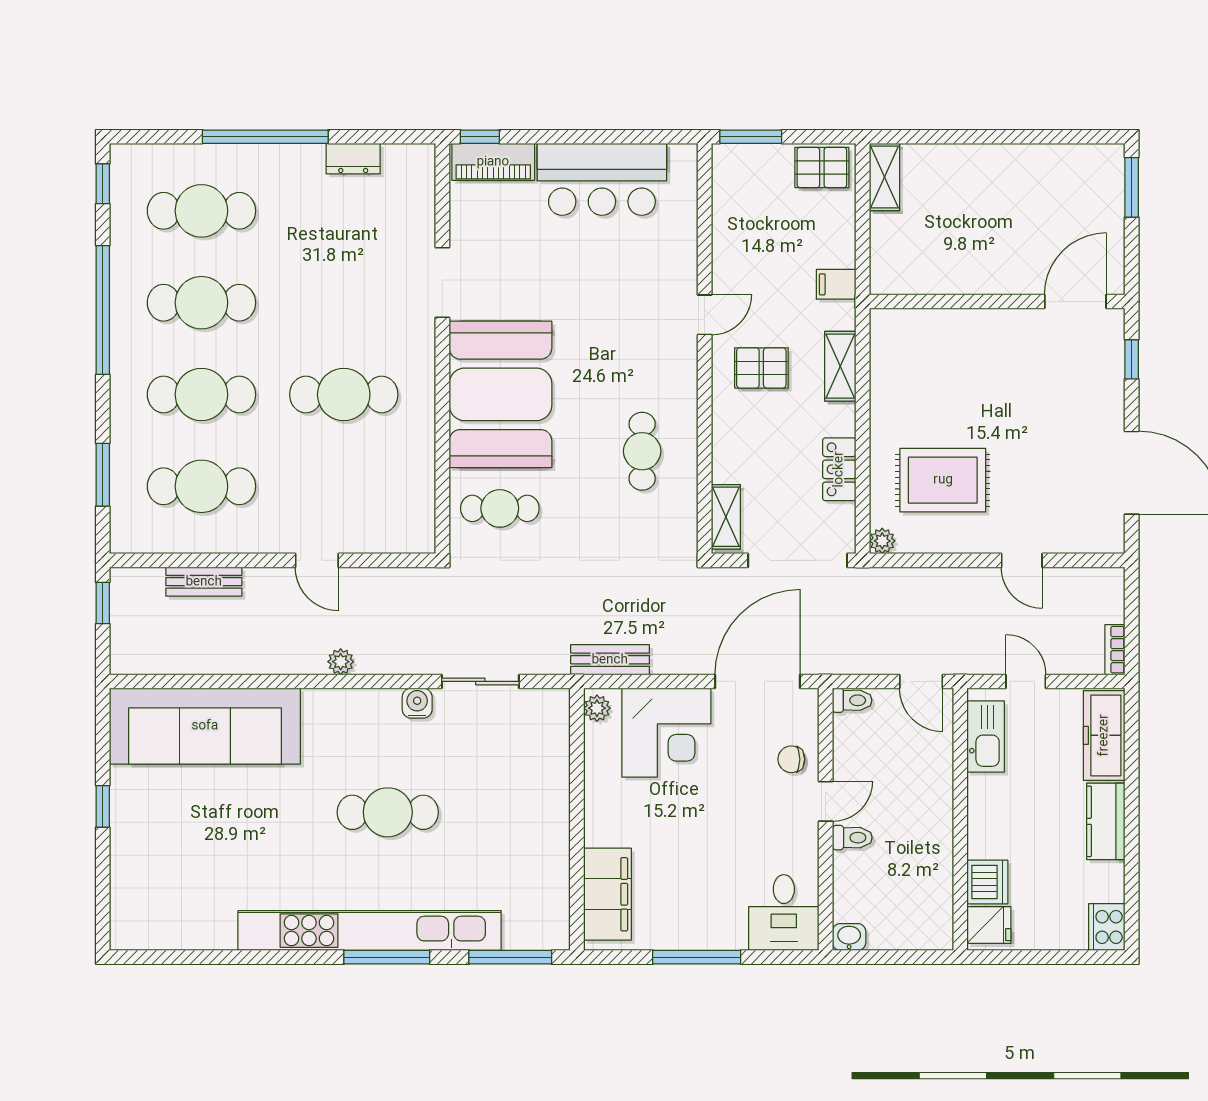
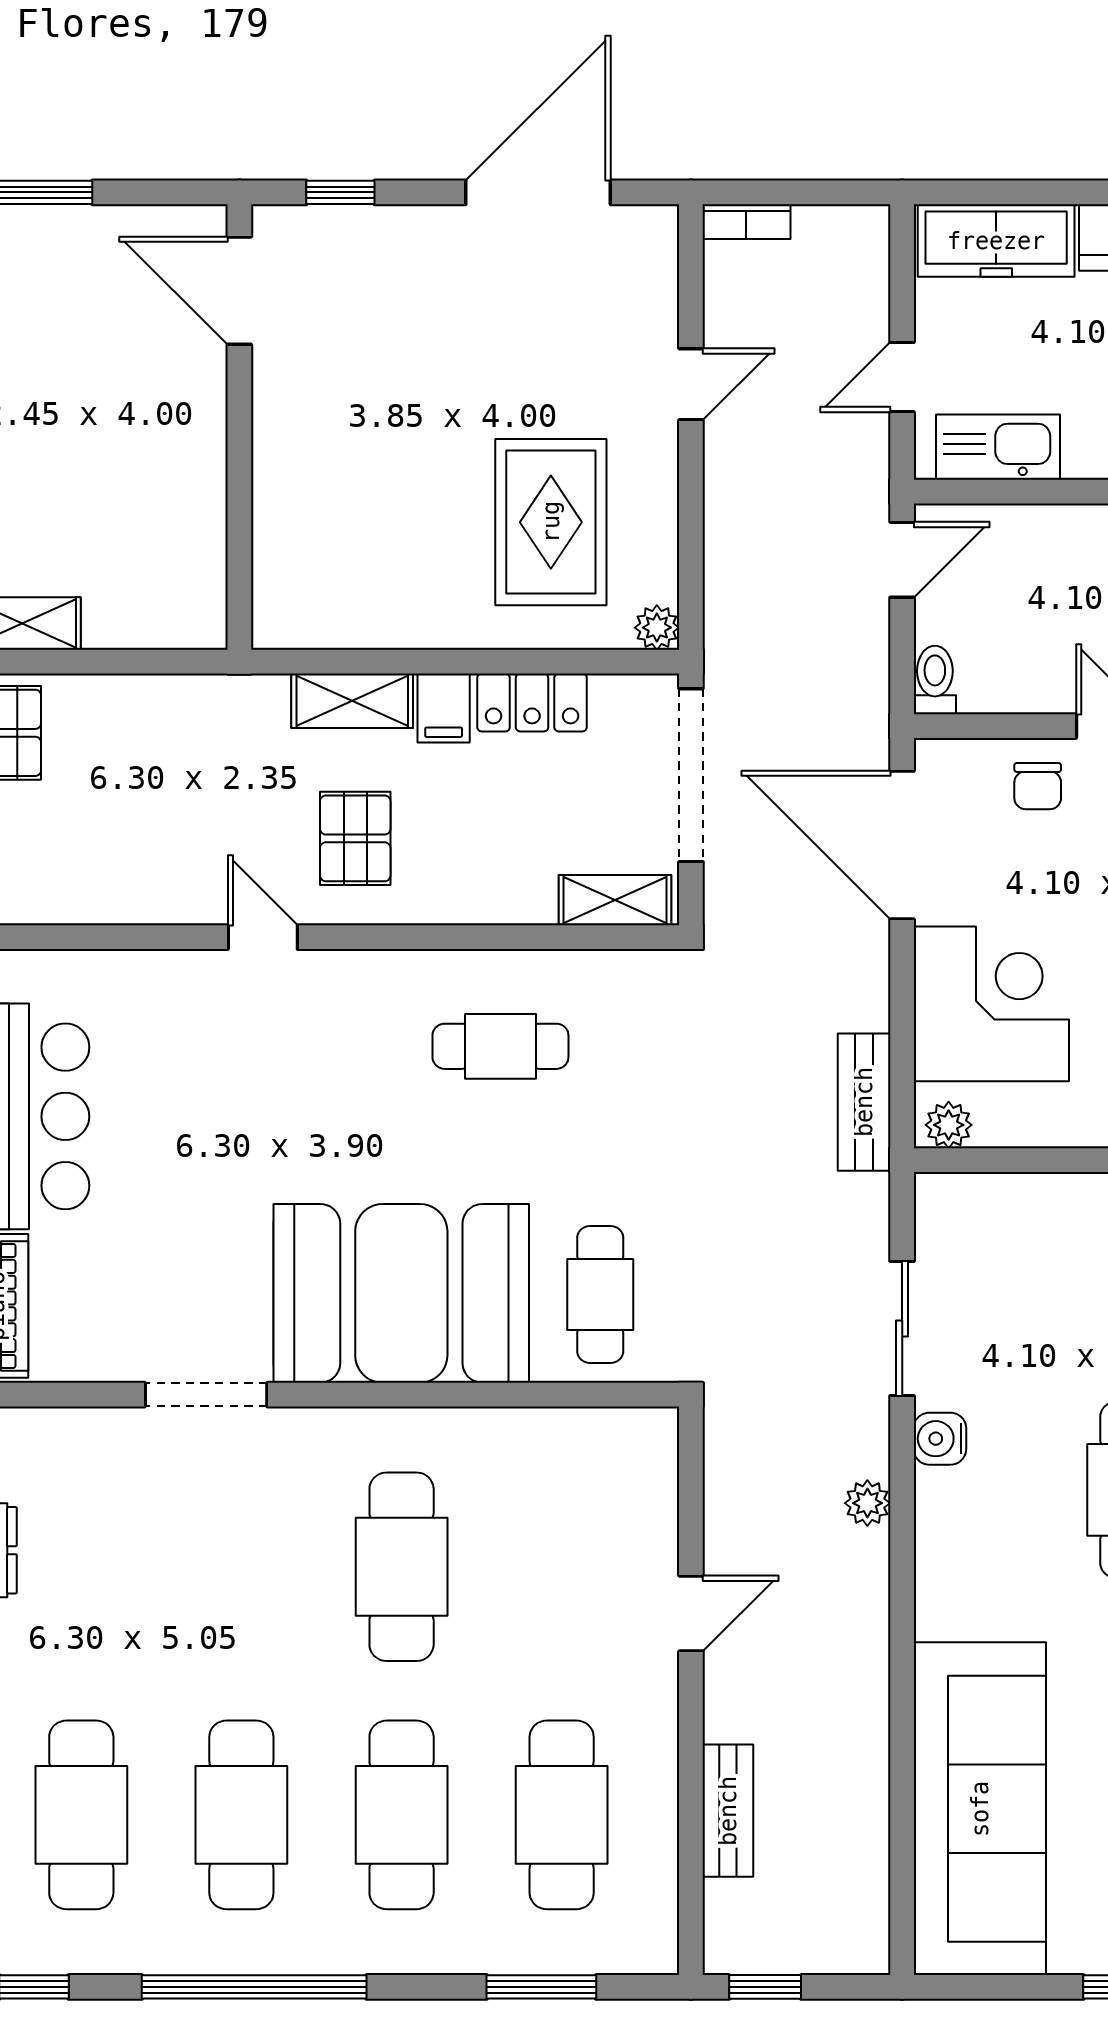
filing cabinet: (836, 284) -> (444, 708), moved
bookcase: (1115, 650) -> (746, 222), moved
plant: (341, 662) -> (867, 1503), moved

